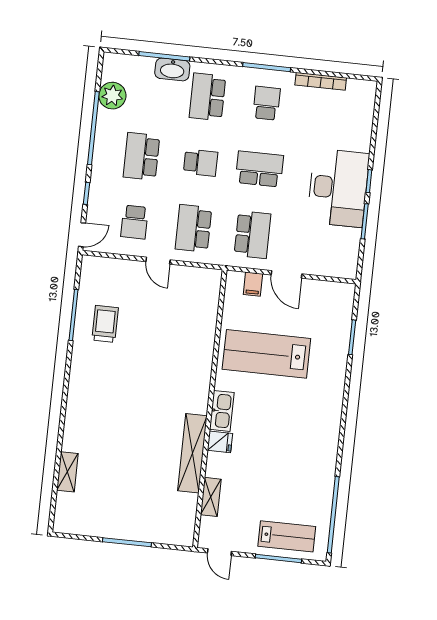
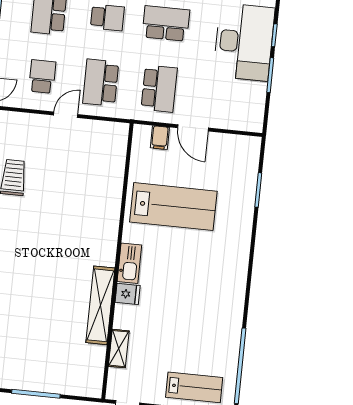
school desk: (134, 222) -> (42, 77), turned 180
door: (158, 261) -> (66, 115), swing flipped
lab bench: (266, 354) -> (173, 207), turned 180

